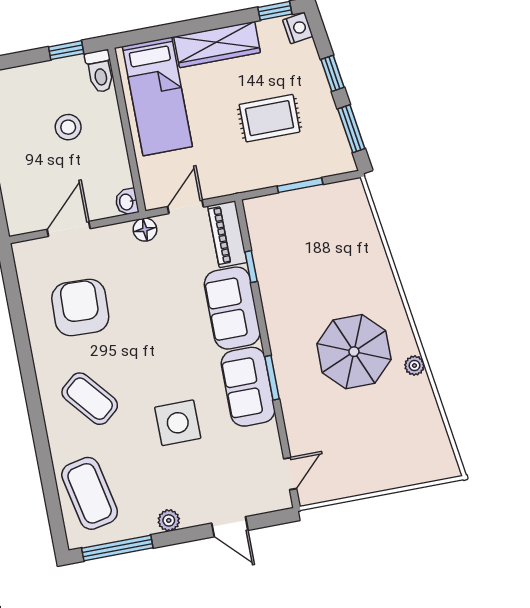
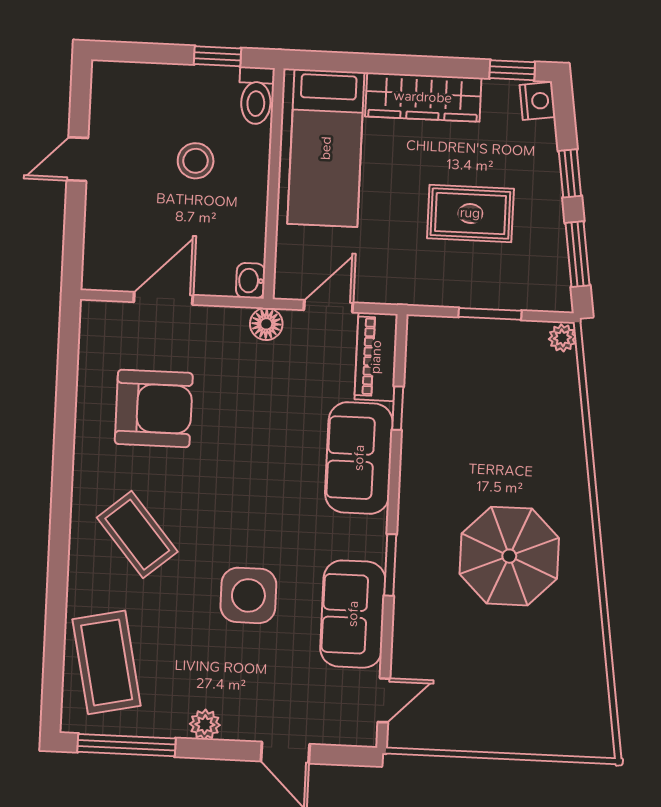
armchair: (80, 308) -> (154, 408), turned 88
plant: (414, 366) -> (562, 338), moved
sofa: (248, 387) -> (353, 614), moved

